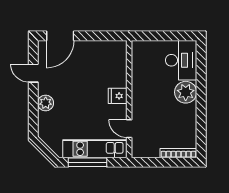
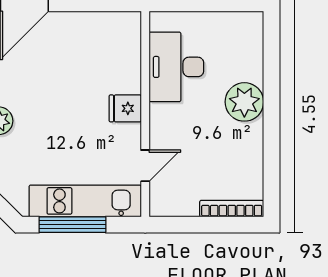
desk: (181, 60) -> (176, 67), moved, turned 180
door: (129, 129) -> (145, 166), swing flipped

